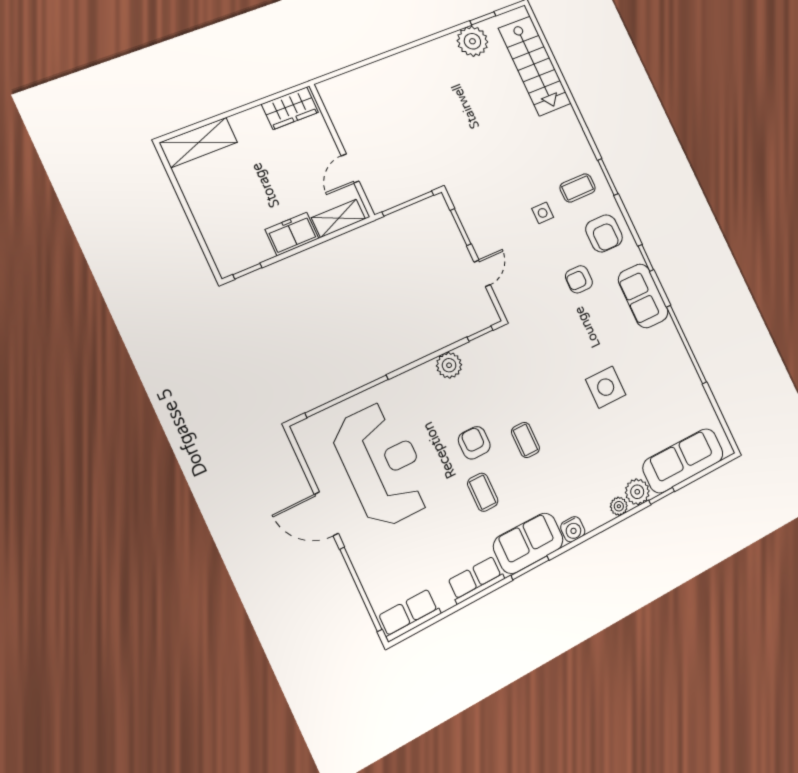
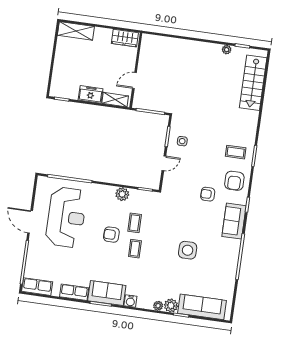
plant: (472, 41) -> (227, 50), width x0.53, depth x0.53
side table: (543, 213) -> (182, 141), moved
armchair: (474, 443) -> (111, 235), turned -90
coffee table: (483, 492) -> (135, 223), moved

